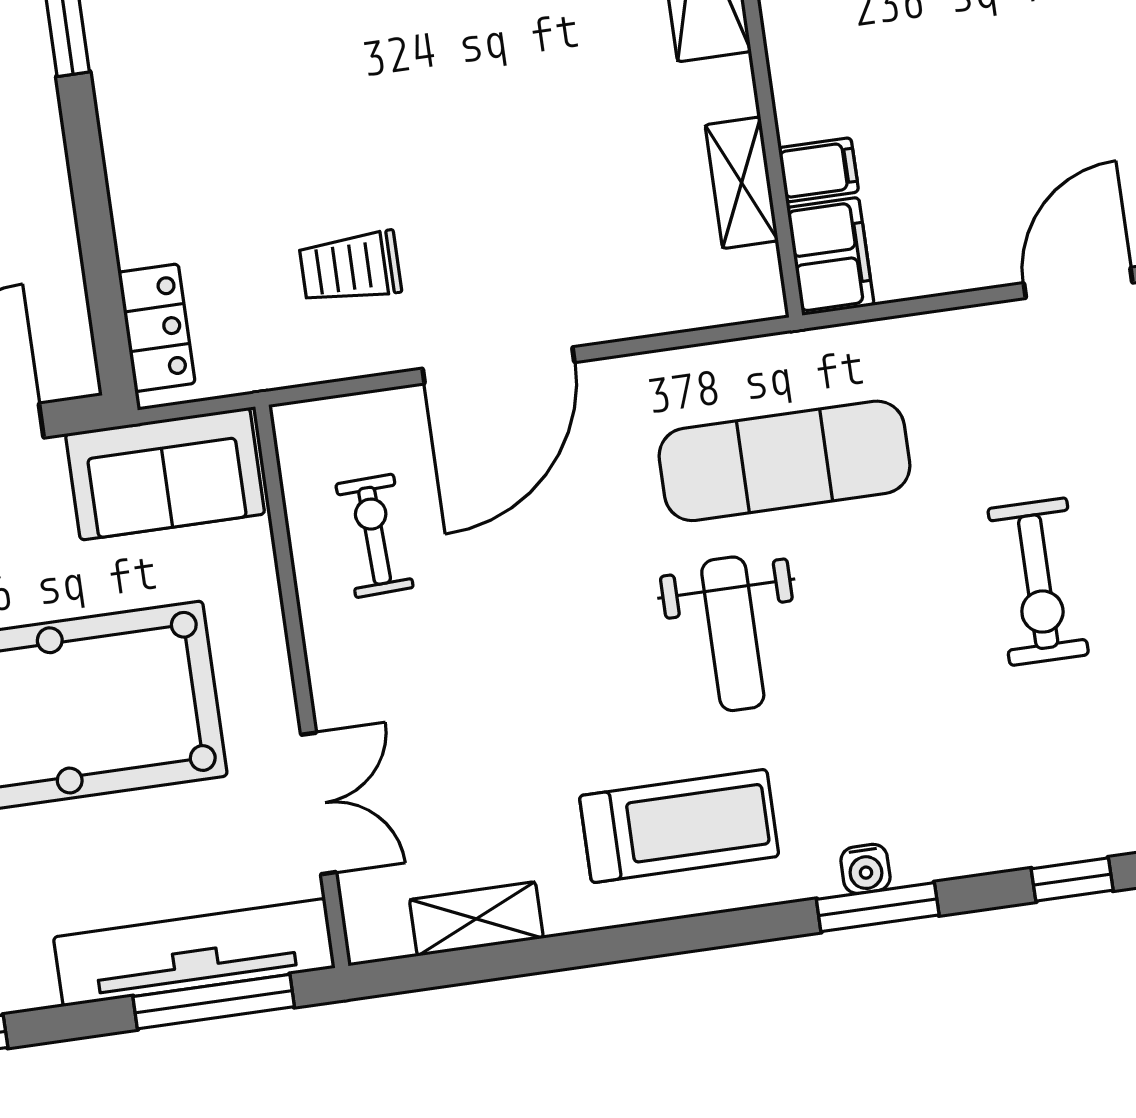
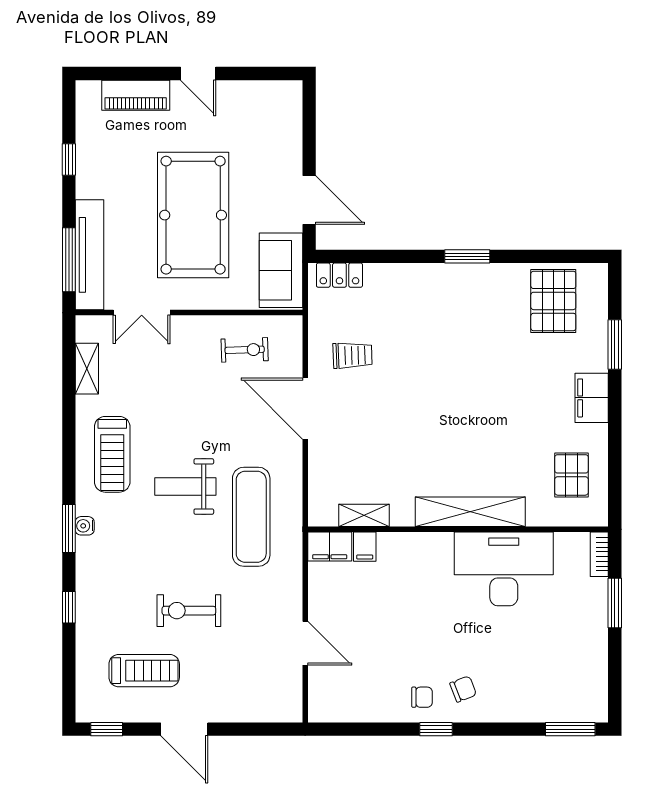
trolley: (350, 267) -> (352, 355), turned 88

